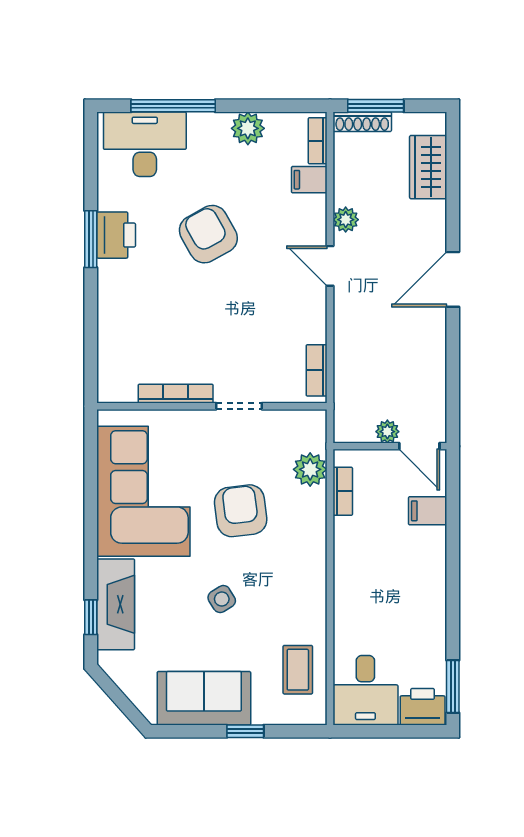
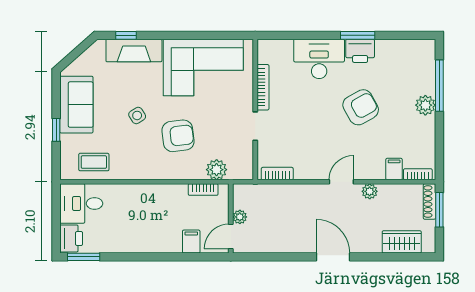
plant: (248, 128) -> (425, 105), moved
desk: (145, 144) -> (319, 59), moved, turned -90
armchair: (241, 511) -> (178, 136), moved

